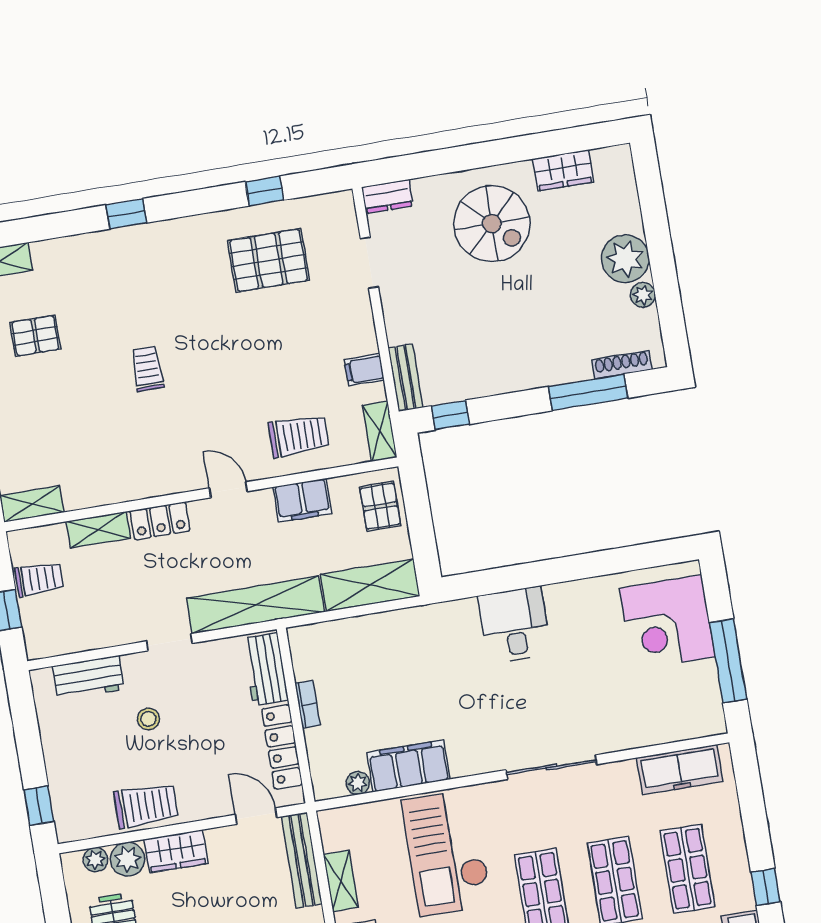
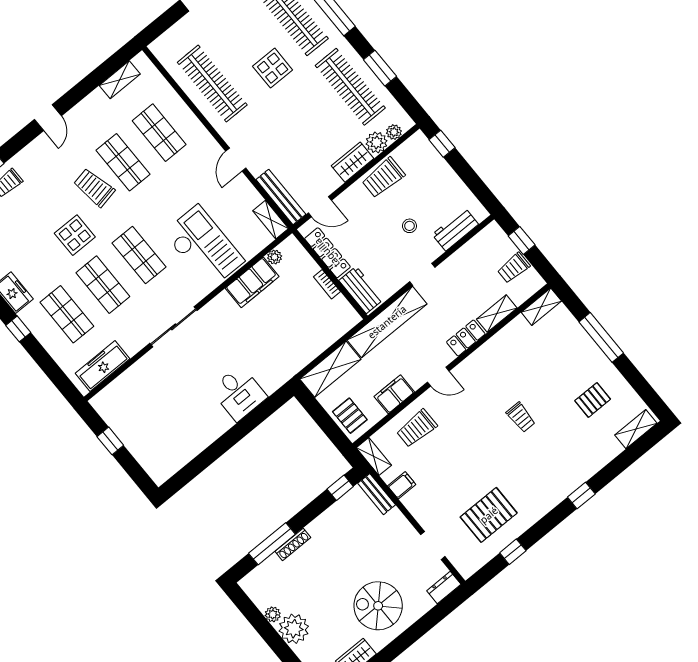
shoe rack: (622, 365) -> (293, 544), moved
corner desk: (667, 622) -> (156, 443), removed
window: (728, 661) -> (110, 441), width x0.46
shelving: (341, 881) -> (271, 220), moved

